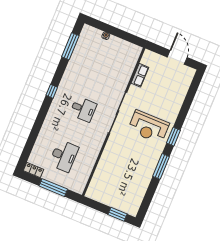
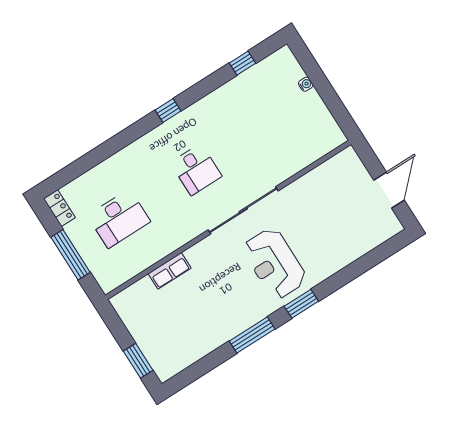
window: (70, 46) -> (242, 63), width x0.46
row of seats: (140, 75) -> (170, 271), moved

